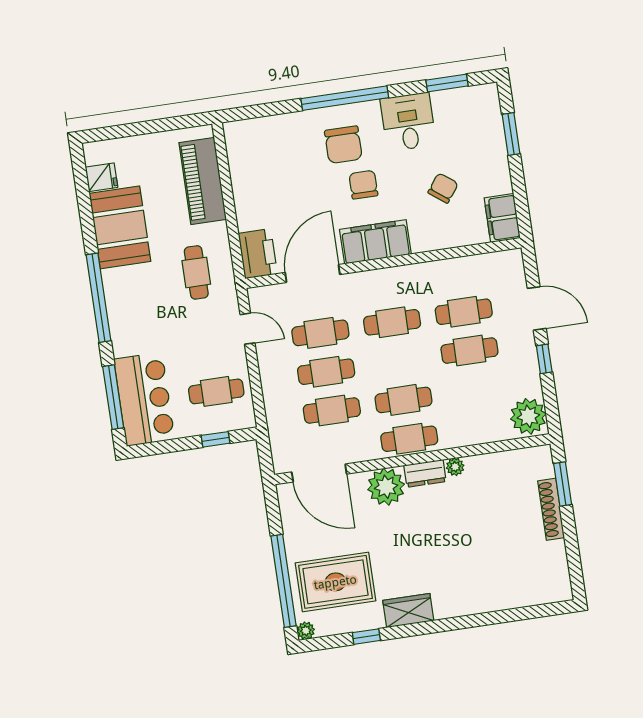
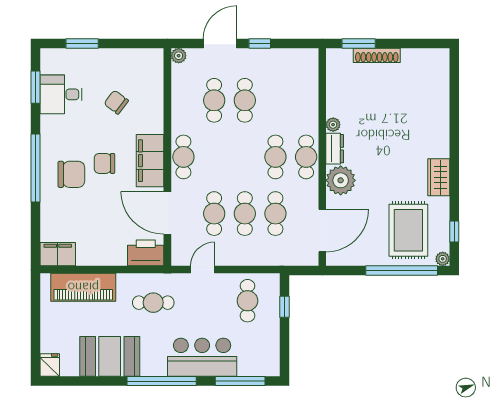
desk: (408, 122) -> (61, 94), moved
fridge: (102, 177) -> (50, 365), moved
filing cabinet: (502, 218) -> (58, 254), moved, turned 180
cafe table: (392, 322) -> (183, 157), moved
bar counter: (144, 399) -> (202, 357), moved
plant: (528, 416) -> (179, 56), moved, width x0.53, depth x0.53
window: (366, 637) -> (454, 232), moved

